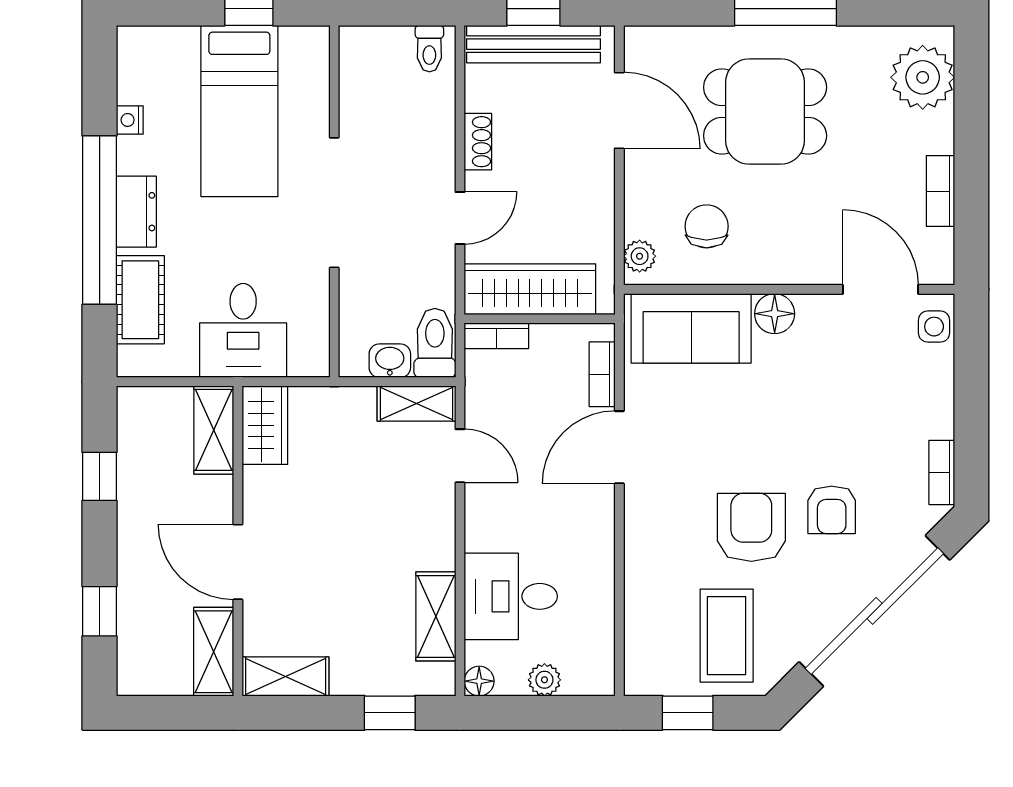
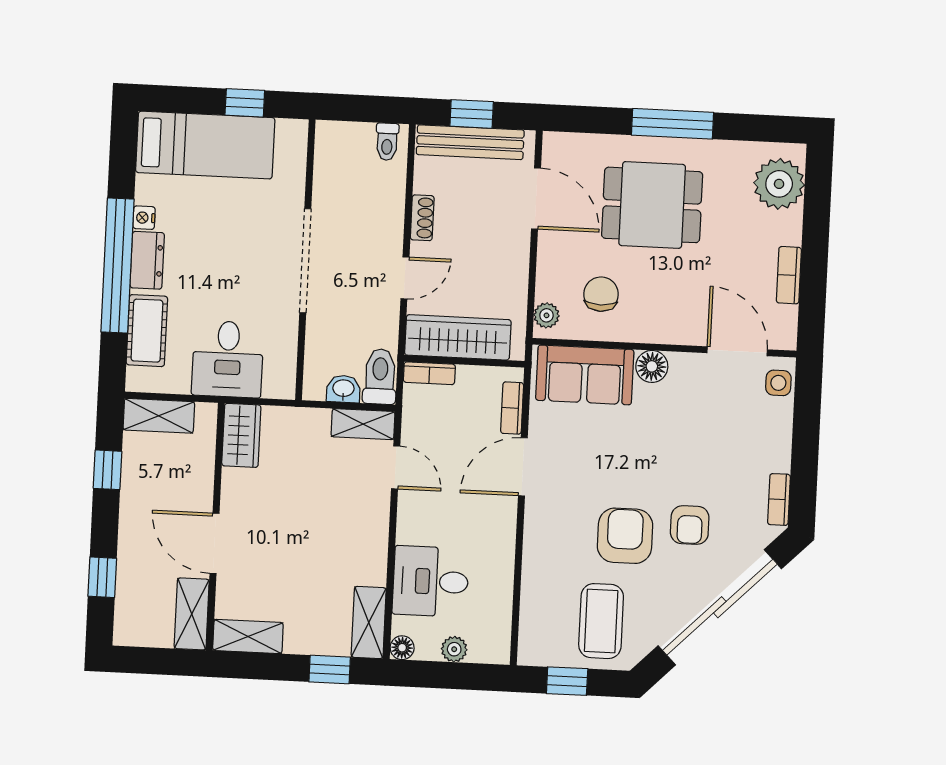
bed: (239, 111) -> (205, 145), moved, turned -90
nightstand: (130, 120) -> (144, 218), moved
shelving: (214, 430) -> (159, 416), moved, turned 90
shelving: (436, 616) -> (369, 623), moved

